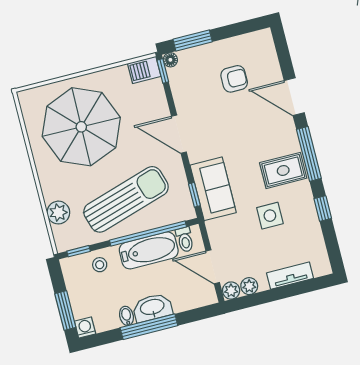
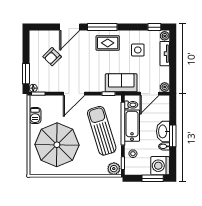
barbecue: (144, 70) -> (35, 116), moved
armchair: (234, 79) -> (52, 57), turned -135
rug: (283, 170) -> (108, 43), turned 90
sofa: (213, 189) -> (121, 83), moved
window: (323, 208) -> (154, 27), moved
plant: (58, 213) -> (114, 169), moved
side table: (270, 216) -> (138, 50), moved
plant: (249, 286) -> (165, 36), moved
washing machine: (85, 327) -> (160, 166), width x1.89, depth x1.89
window: (149, 327) -> (173, 136), width x0.69

